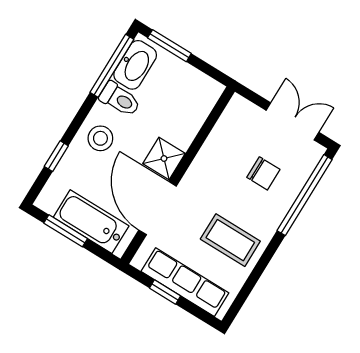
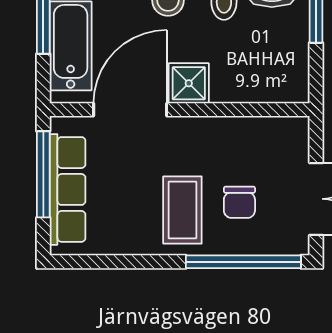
coffee table: (230, 240) -> (182, 210), moved
window: (165, 292) -> (43, 174), width x2.17

